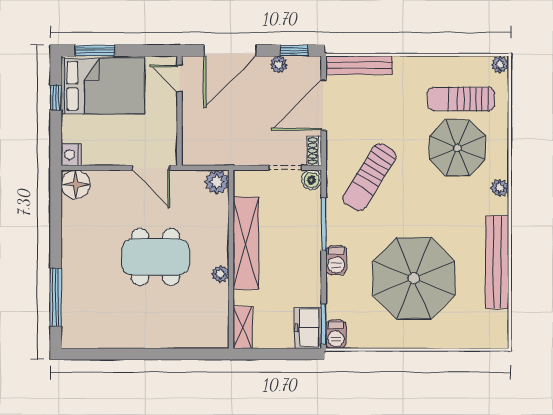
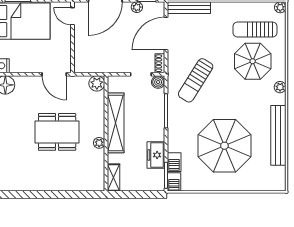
barbecue: (336, 260) -> (174, 162), moved
freezer: (308, 328) -> (156, 155), moved

